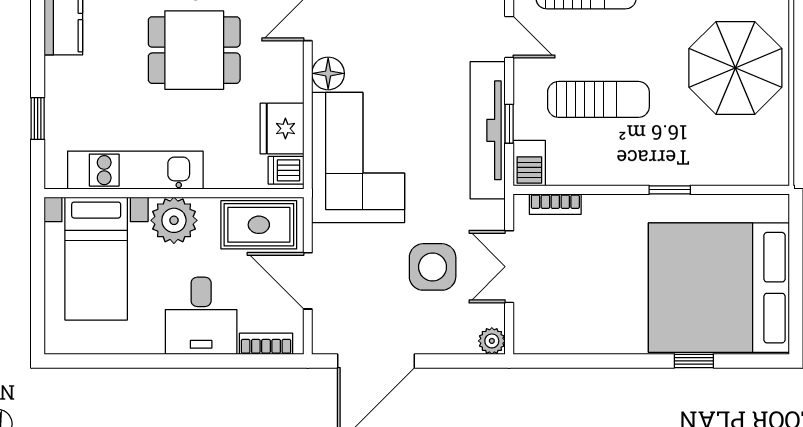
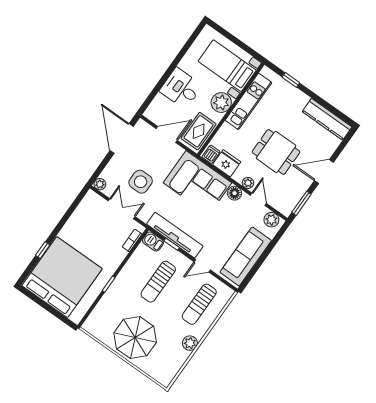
dining table: (194, 50) -> (276, 152), turned 90
plant: (291, 62) -> (248, 183), added
bookcase: (266, 344) -> (155, 104), removed

